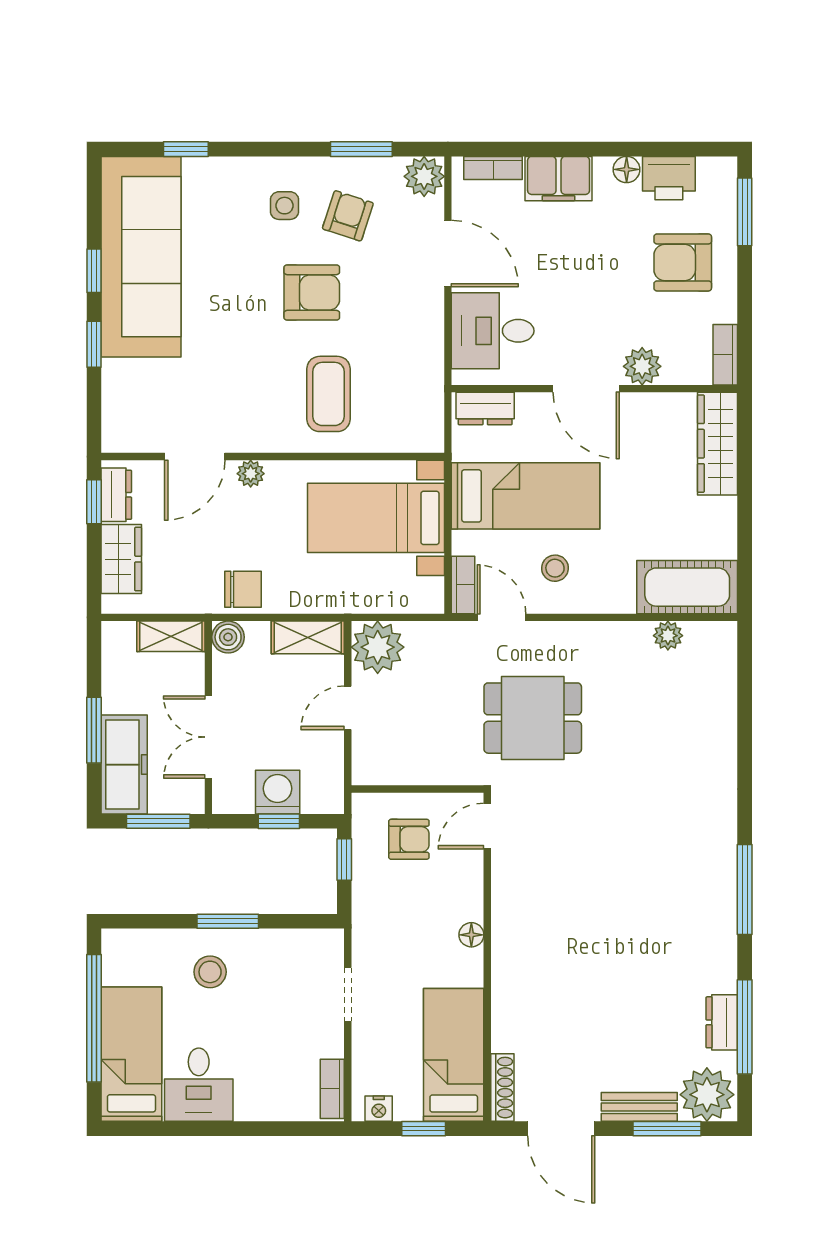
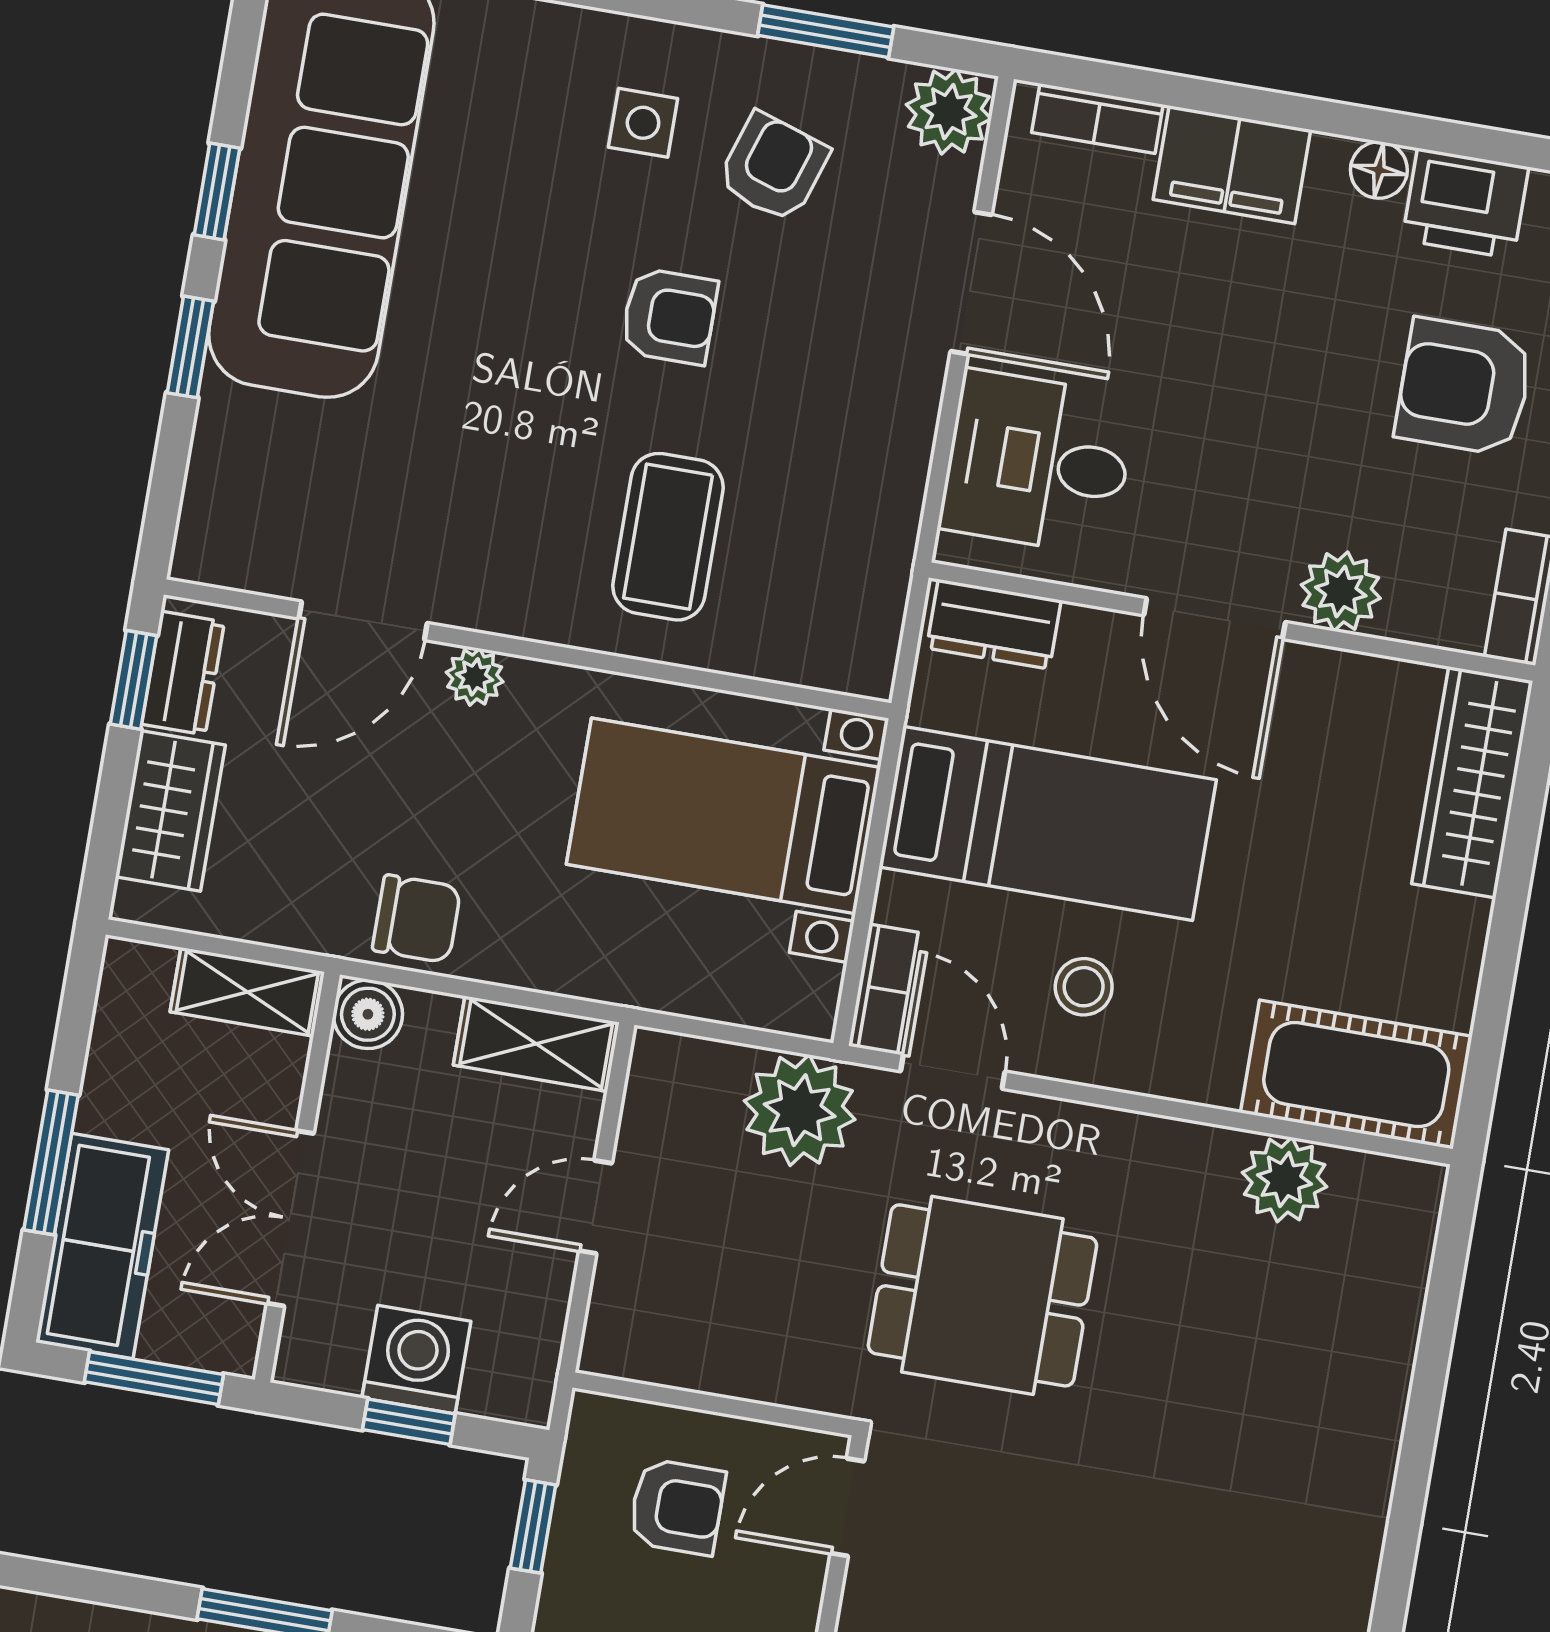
armchair: (312, 293) -> (669, 316), width x0.72, depth x0.72
plant: (668, 636) -> (1285, 1180), width x1.38, depth x1.38
plant: (378, 647) -> (800, 1110), moved

